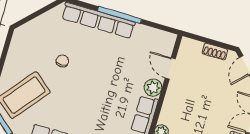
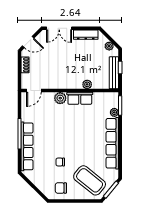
chair: (25, 51) -> (61, 188), added
door: (170, 68) -> (34, 91), moved

